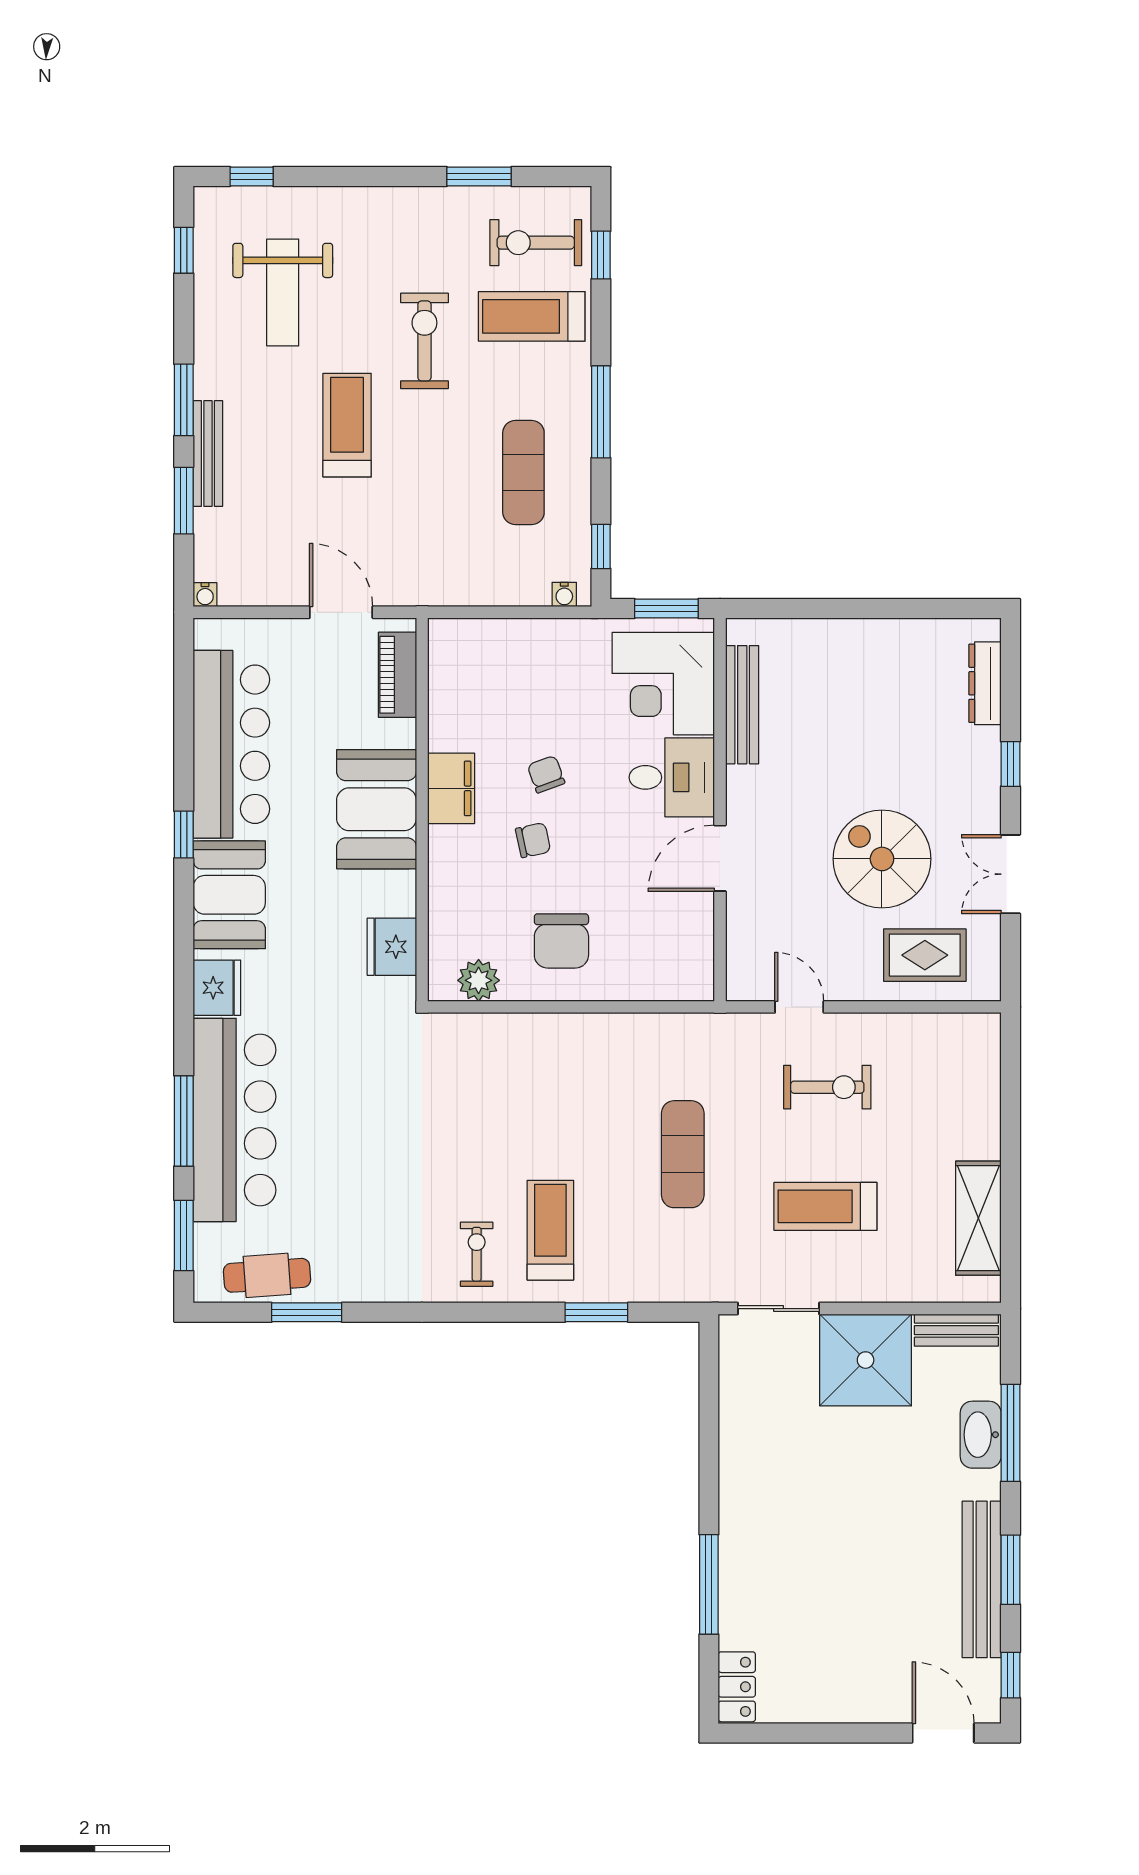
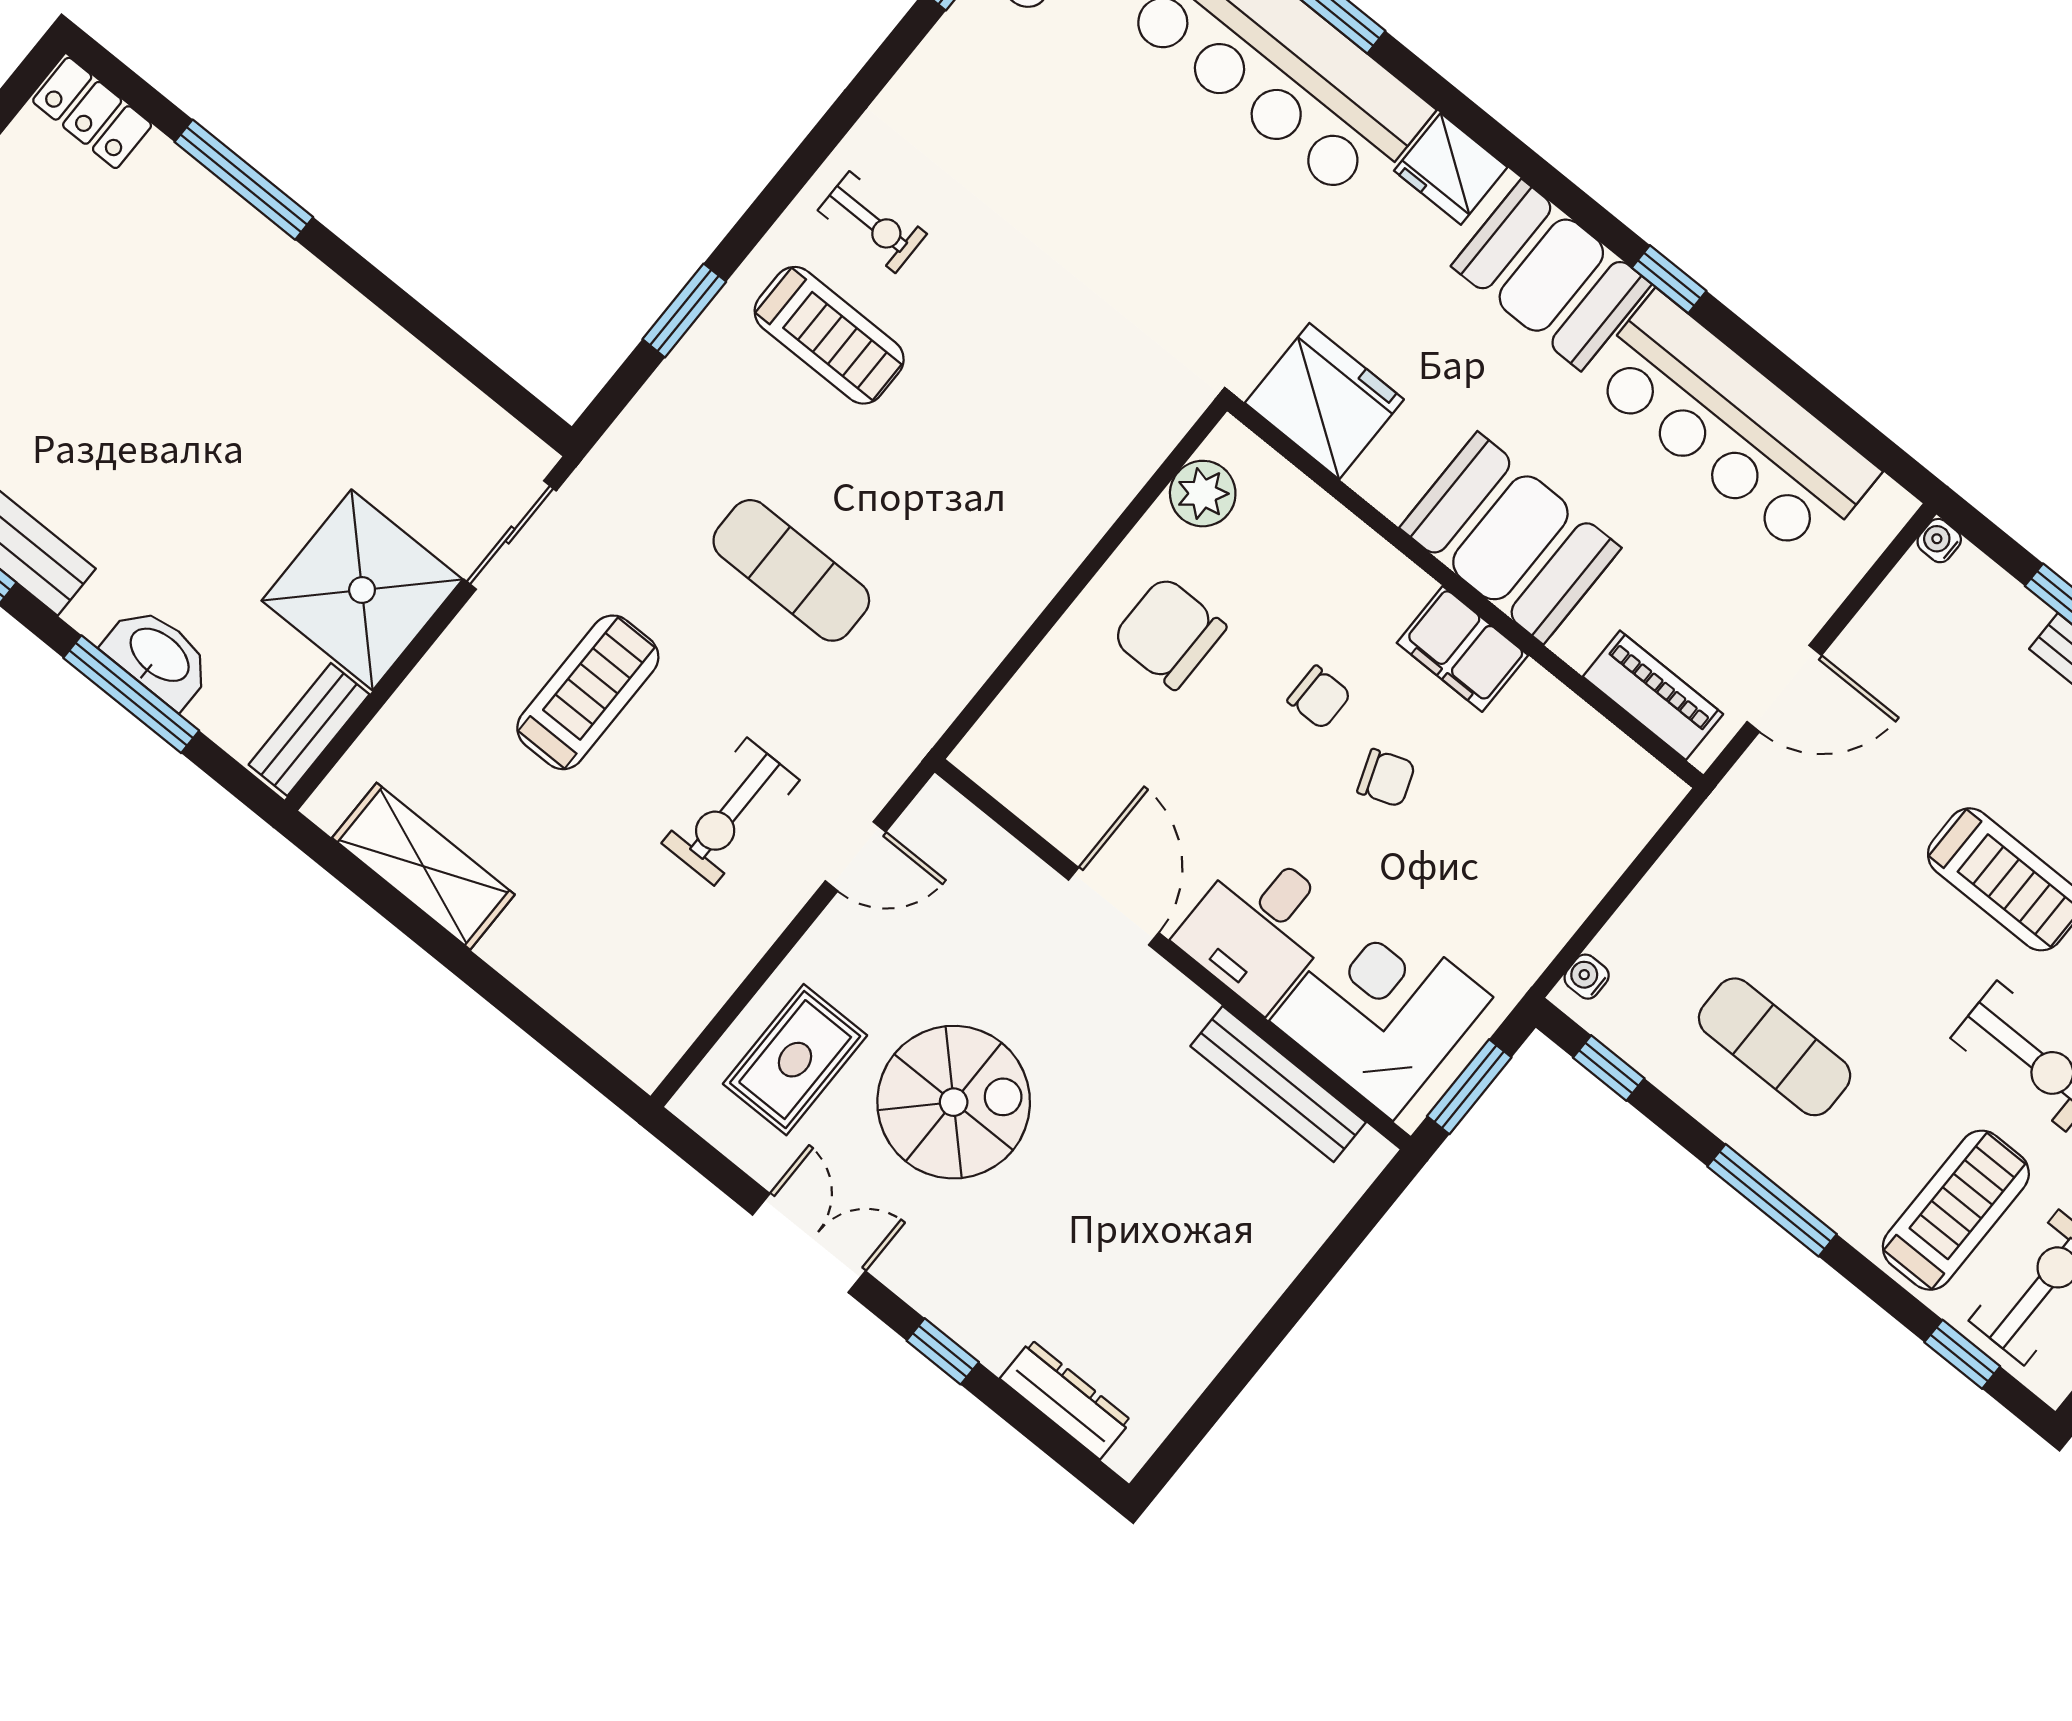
chair: (533, 840) -> (1319, 697), turned -78
fridge: (392, 947) -> (1324, 401), width x1.36, depth x1.34

